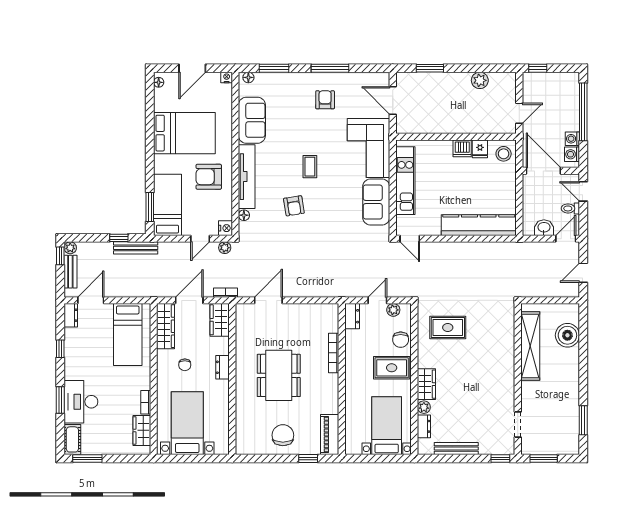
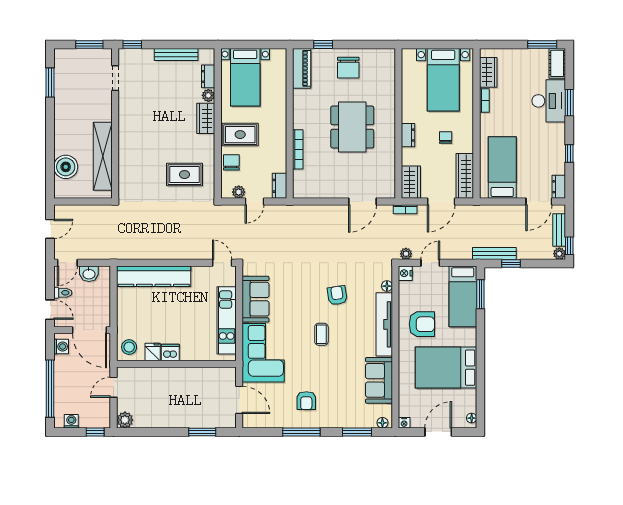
plant: (480, 80) -> (125, 420), moved
washing machine: (572, 139) -> (71, 421), moved, turned -90

